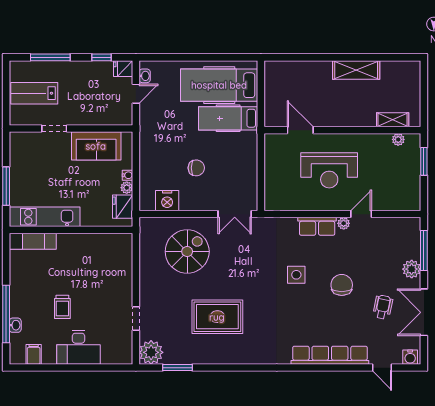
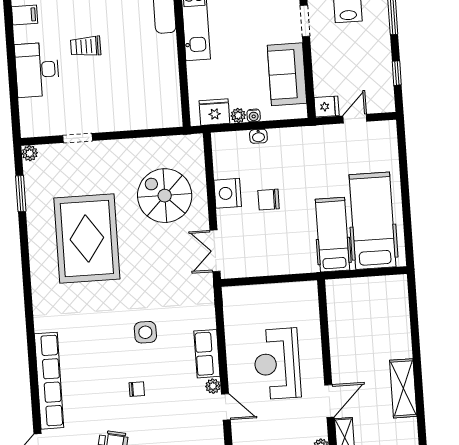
fridge: (123, 69) -> (327, 107), moved, turned 90
washbasin: (145, 76) -> (258, 136), moved
door: (136, 94) -> (355, 119), swing flipped
door: (300, 130) -> (329, 401), moved
chair: (196, 168) -> (269, 200), turned 90
nightstand: (167, 201) -> (228, 193), moved
spiral stairs: (187, 252) -> (165, 196), turned 180
chair: (342, 285) -> (137, 389), width x0.54, depth x0.54
rug: (217, 317) -> (87, 238), width x1.37, depth x1.44
plant: (151, 352) -> (30, 153), width x0.53, depth x0.53

